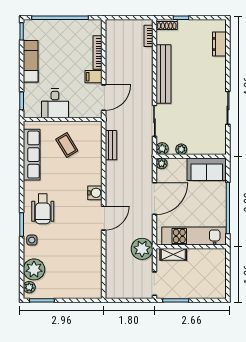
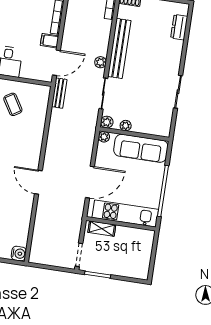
bench: (111, 145) -> (59, 93), moved
sofa: (207, 169) -> (141, 148), width x1.36
water cooler: (95, 193) -> (19, 254), moved
door: (154, 199) -> (90, 182), moved
door: (104, 218) -> (38, 182), swing flipped
plant: (142, 249) -> (101, 62), moved, width x0.53, depth x0.53

